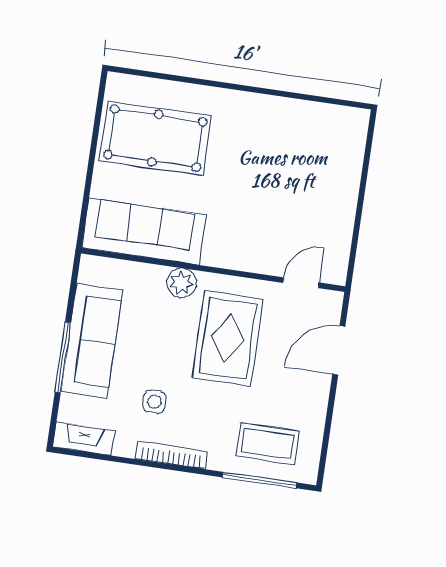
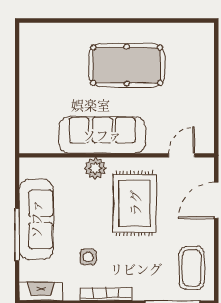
pool table: (155, 138) -> (127, 65), moved
sofa: (144, 231) -> (102, 135), moved
coffee table: (267, 444) -> (192, 268), moved, turned 90

